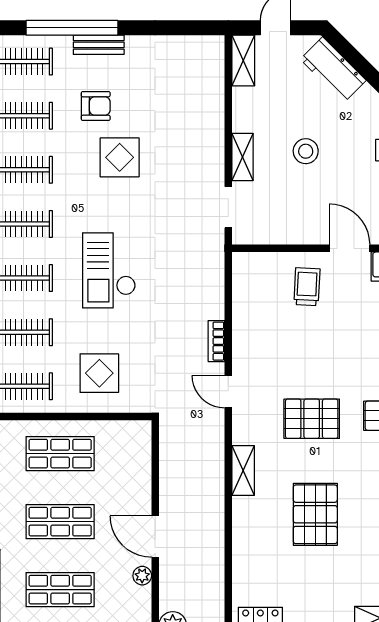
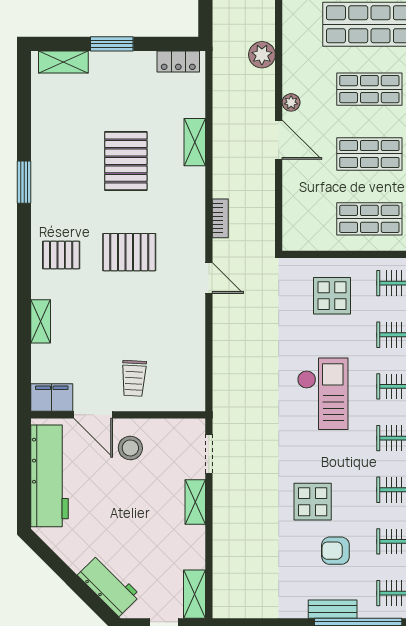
stool: (306, 151) -> (130, 448), moved
bookcase: (216, 341) -> (220, 218), moved
shelving: (243, 470) -> (195, 142), moved

